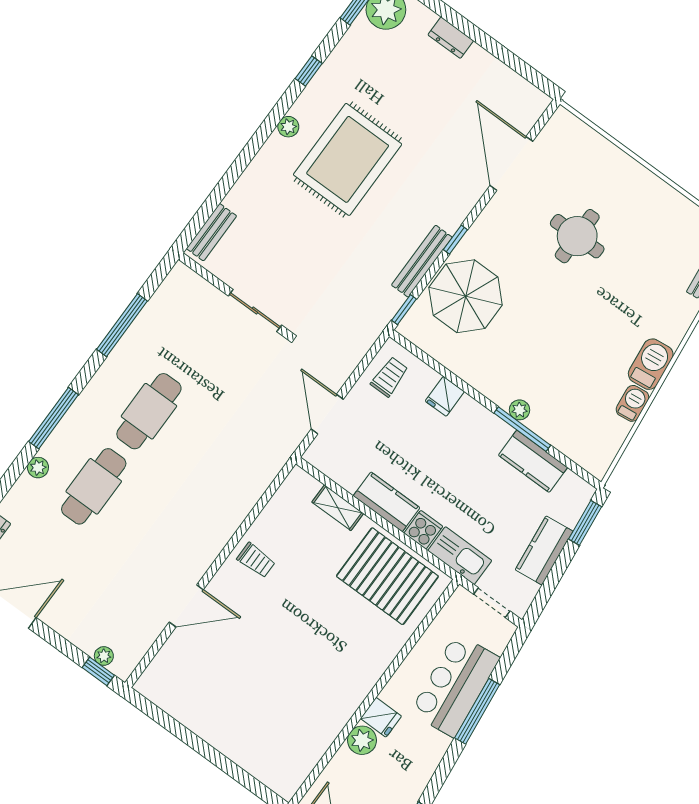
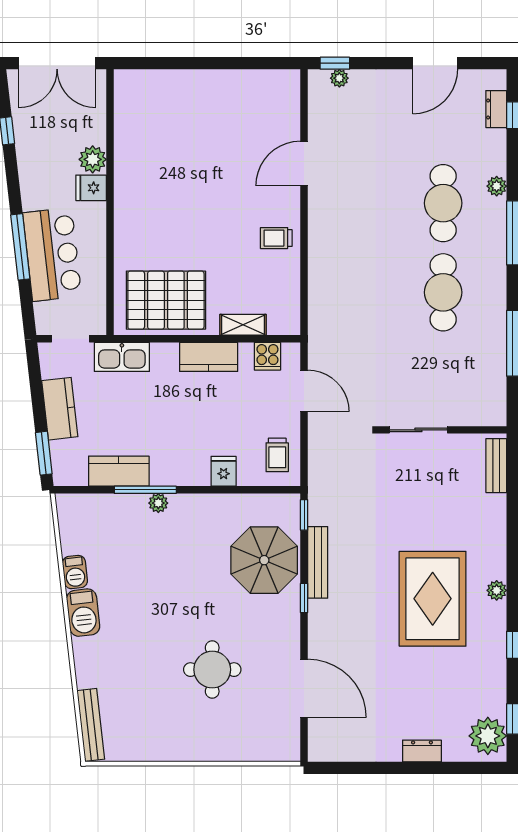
cooker: (423, 530) -> (267, 356), moved

